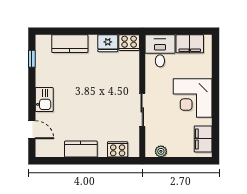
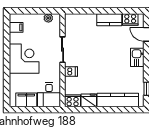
kitchen counter: (70, 44) -> (118, 100), width x1.50
dishwasher: (131, 81) -> (71, 72), added
filing cabinet: (203, 139) -> (16, 27), width x0.50
cooker: (118, 149) -> (130, 19), moved

